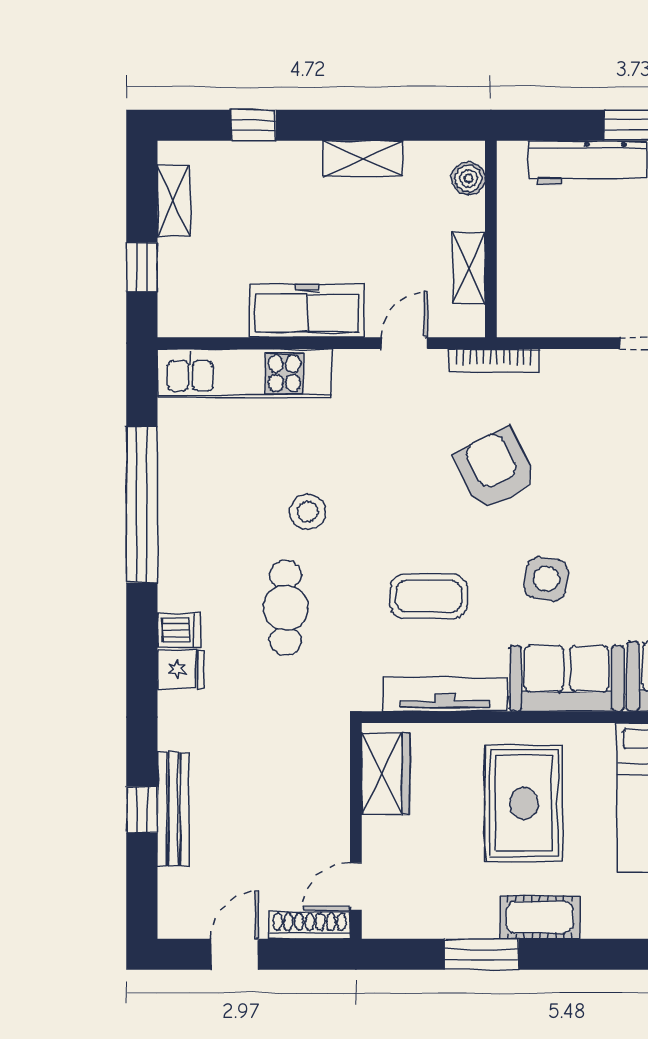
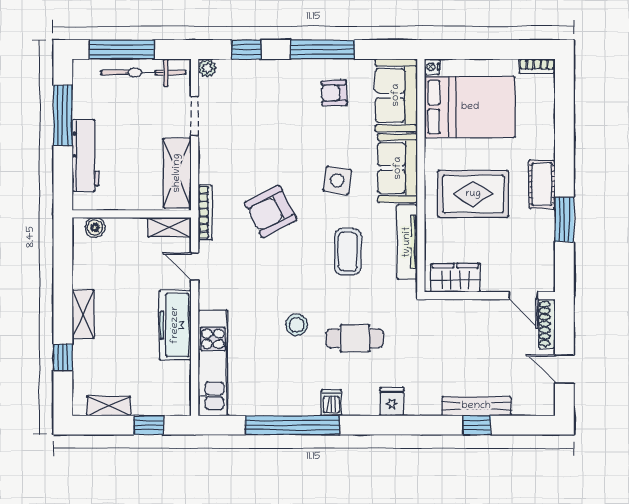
shelving: (363, 159) -> (83, 314), moved
shelving: (469, 268) -> (169, 227), moved
shelving: (558, 314) -> (177, 173), added
dishwasher: (179, 630) -> (331, 403), moved

